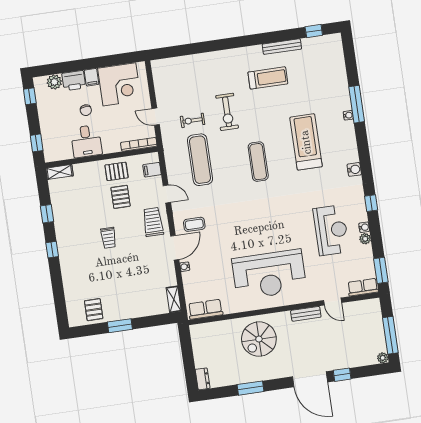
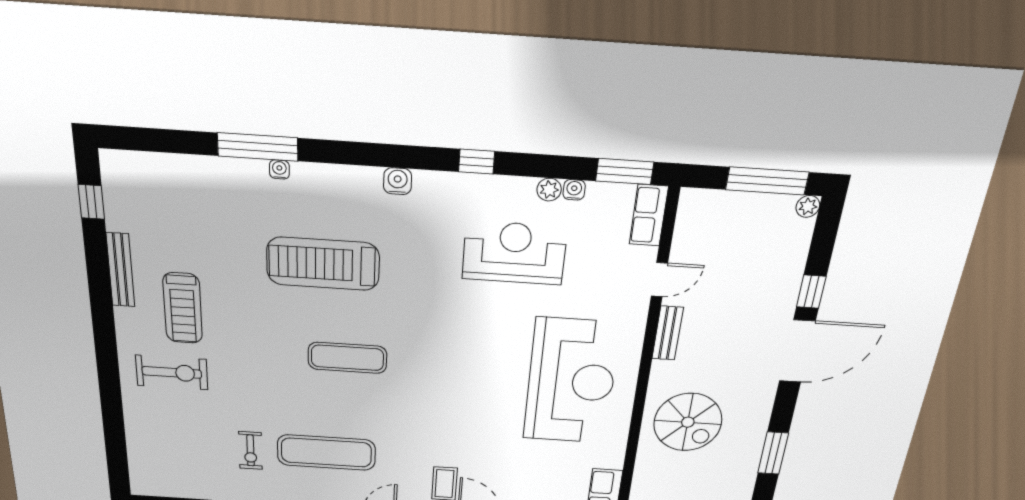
treadmill: (268, 78) -> (183, 308), turned 180
exercise bike: (227, 112) -> (172, 372), moved
water cooler: (364, 227) -> (574, 190), moved

